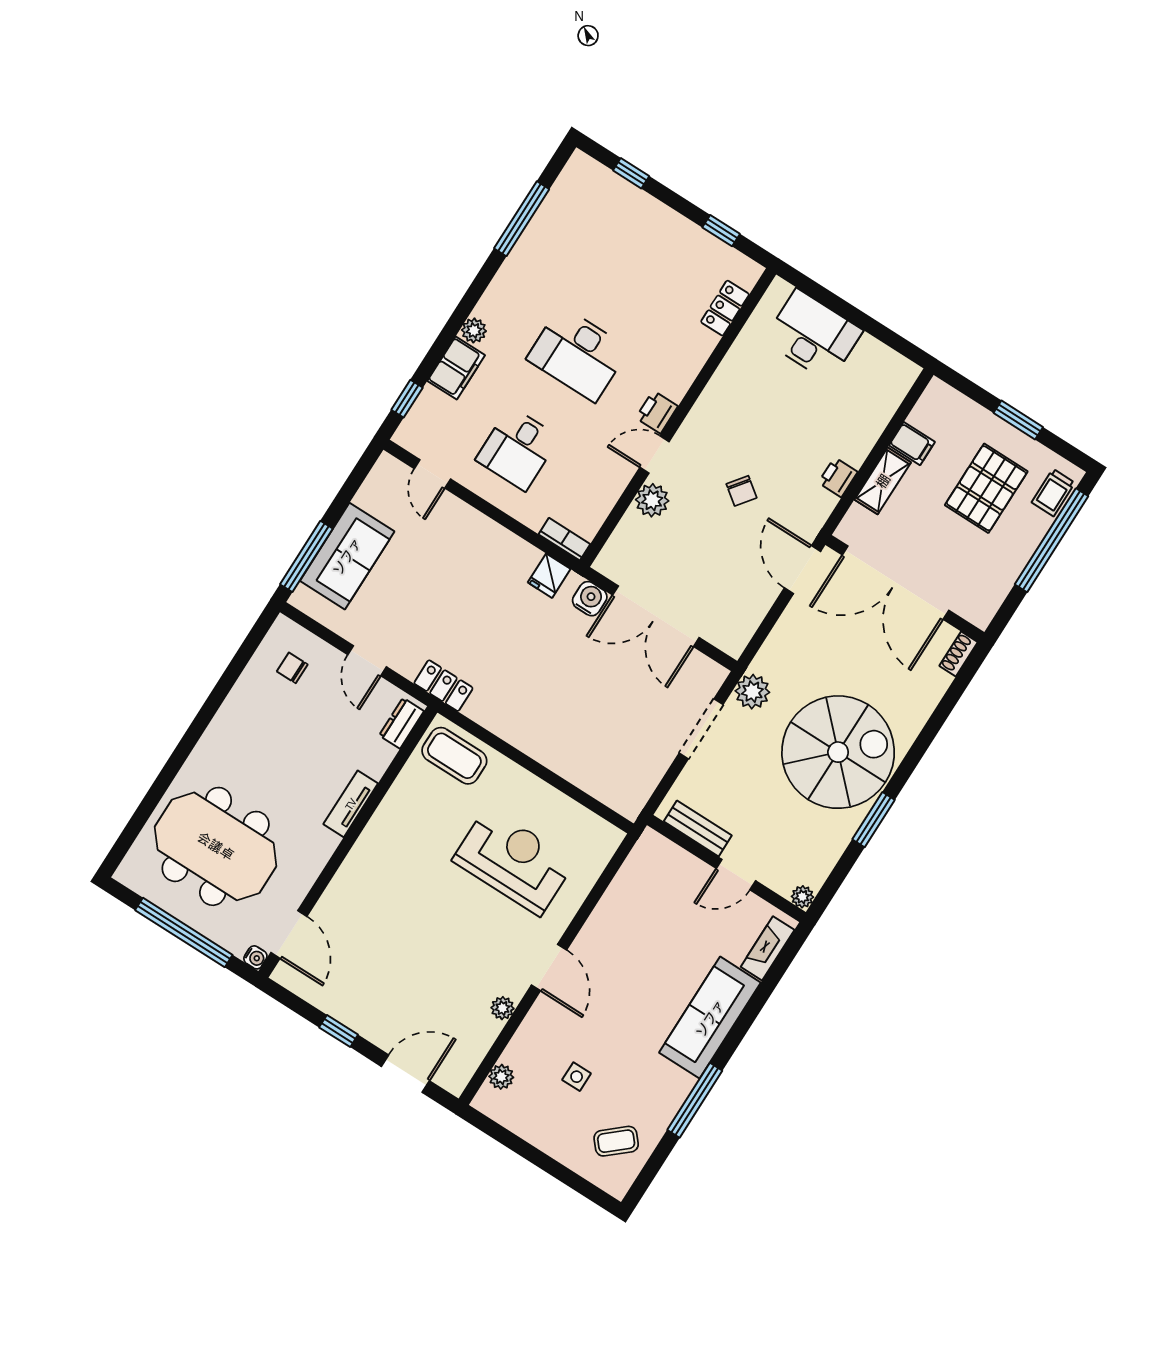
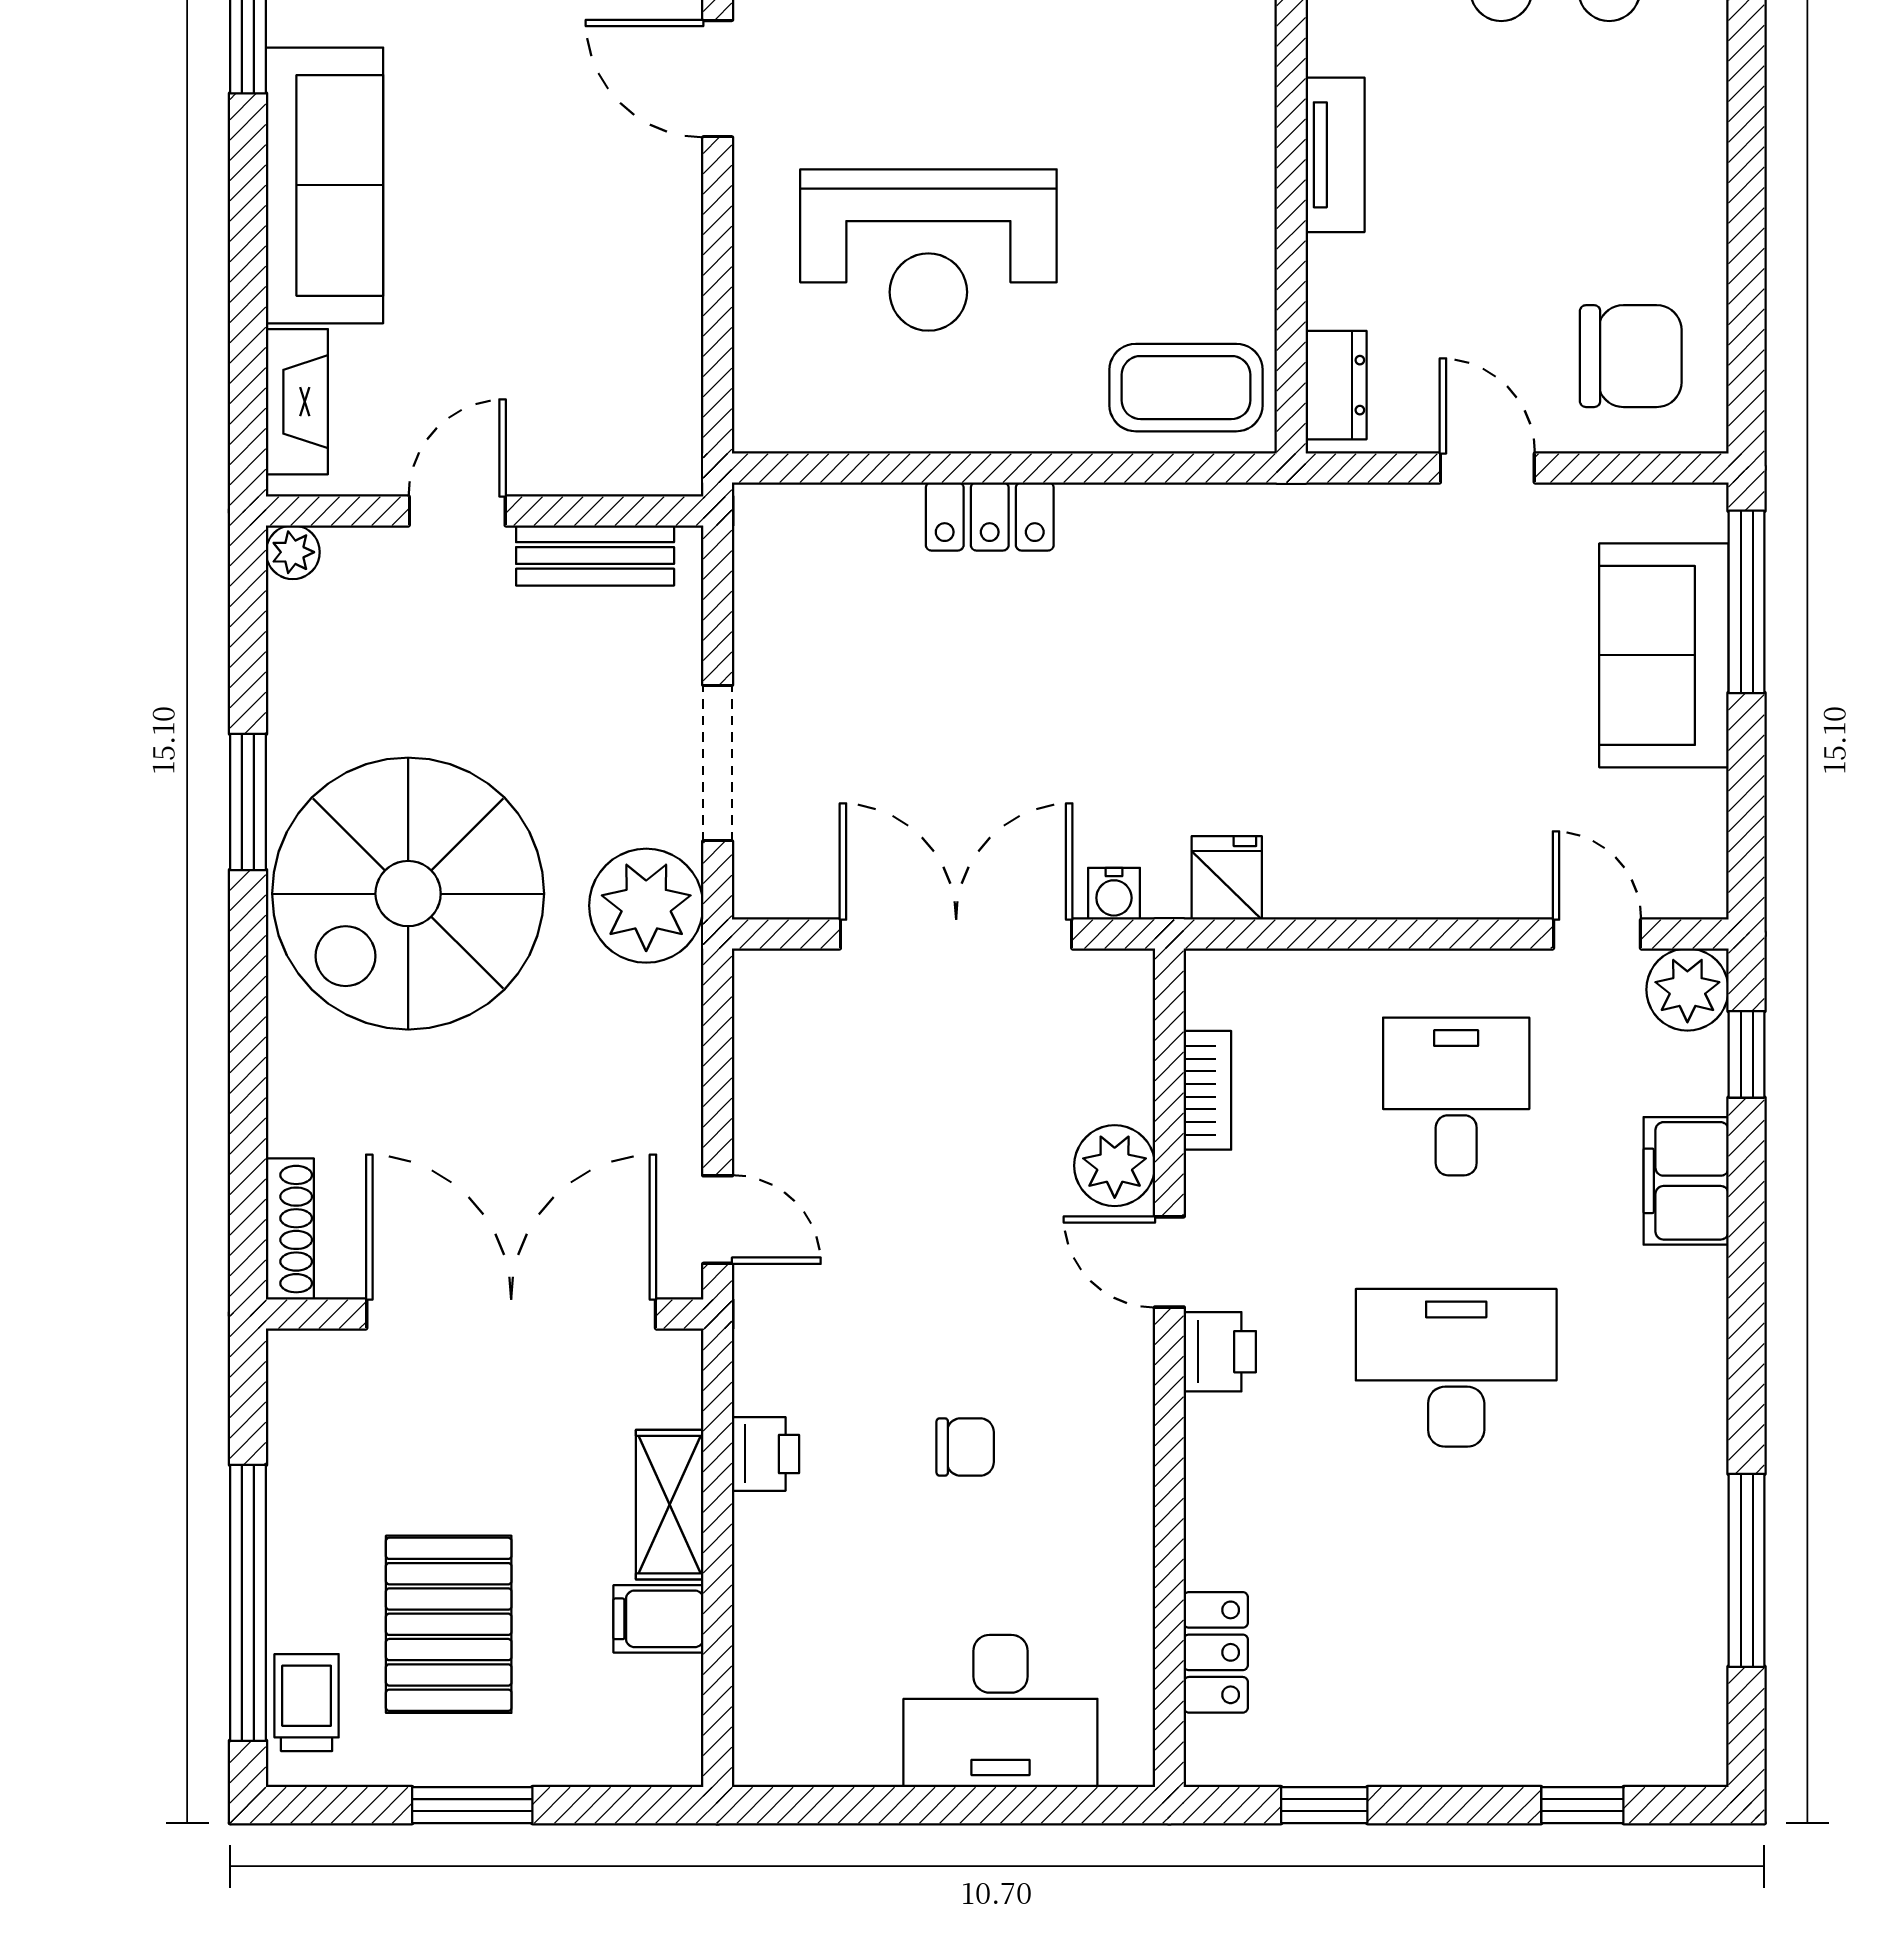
plant: (474, 330) -> (1687, 990), moved, width x1.38, depth x1.38
door: (654, 455) -> (1169, 1262), swing flipped
chair: (741, 491) -> (965, 1447), moved, turned 143
bookcase: (564, 539) -> (1207, 1090), moved, turned -90
door: (803, 570) -> (718, 1220), width x0.73
water cooler: (590, 599) -> (1114, 894), width x0.72, depth x0.72
shoe rack: (959, 654) -> (290, 1229), width x1.43
chair: (292, 668) -> (1631, 356), width x1.87, depth x1.87
locker: (443, 686) -> (990, 516), moved
plant: (752, 692) -> (646, 906), width x1.36, depth x1.36

